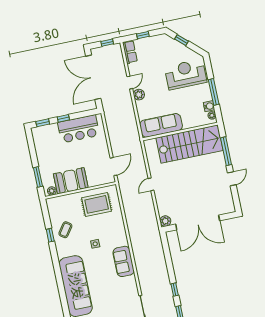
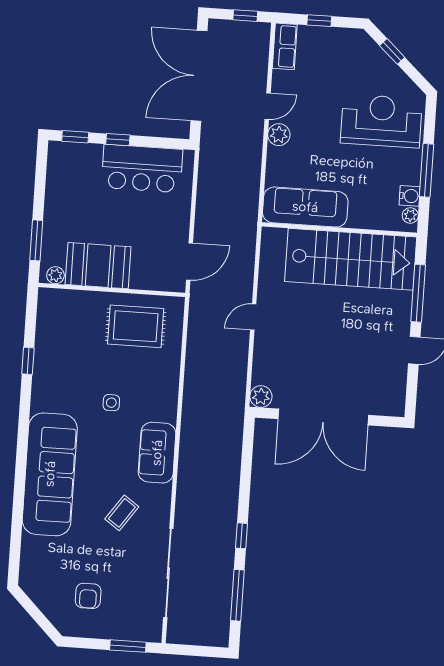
coffee table: (65, 230) -> (122, 513), moved

